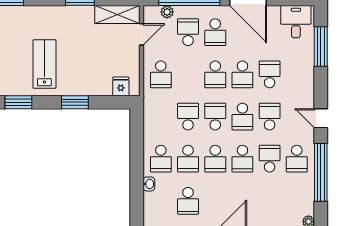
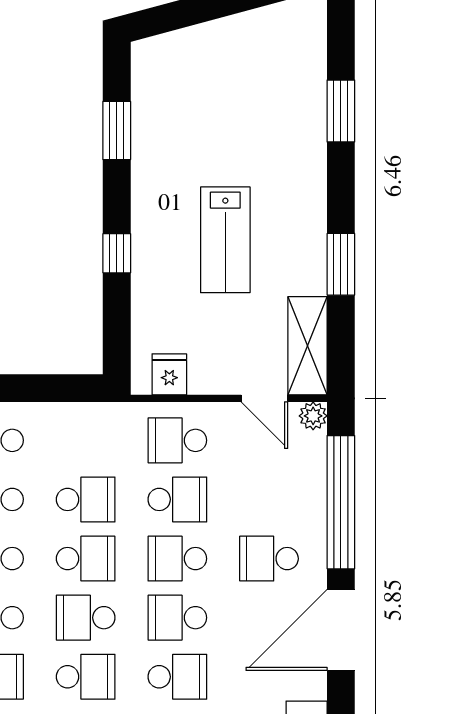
plant: (167, 12) -> (313, 416), moved
school desk: (188, 32) -> (177, 499), moved
lab bench: (44, 64) -> (225, 240), moved, turned 90
fridge: (121, 86) -> (169, 374), moved, turned -90
window: (75, 102) -> (117, 253), width x0.67

